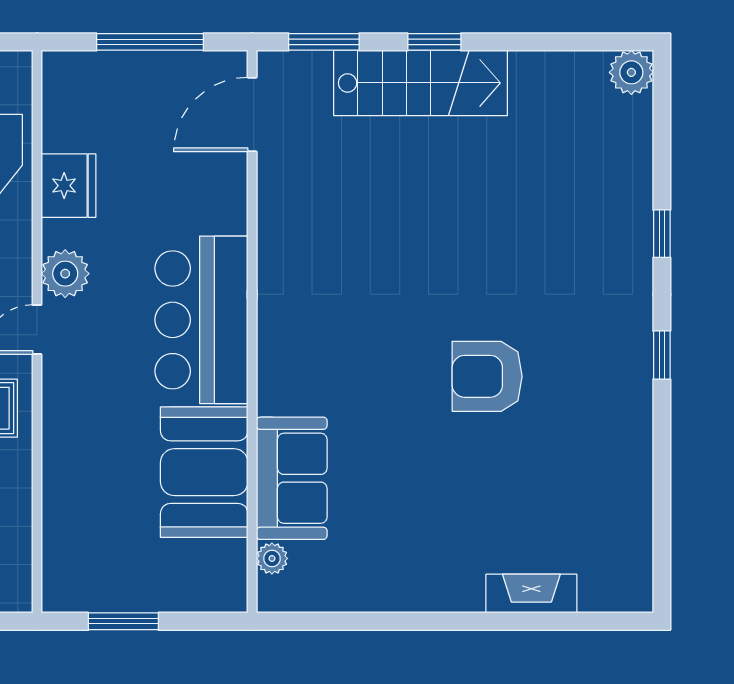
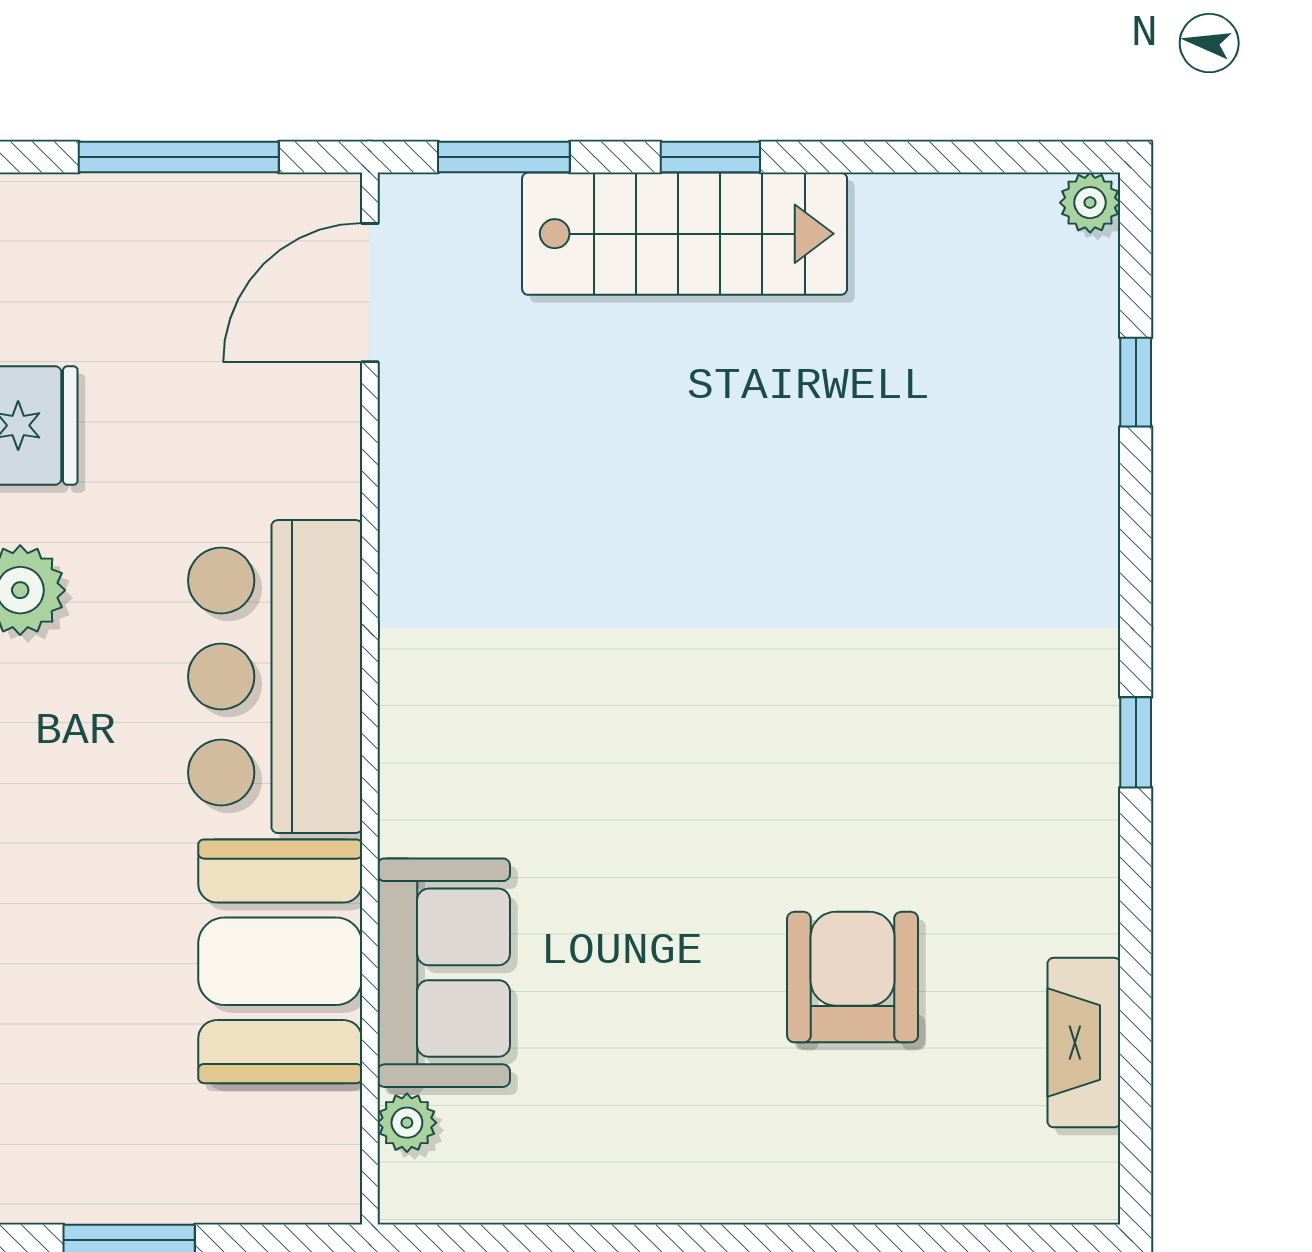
plant: (631, 72) -> (1090, 203), width x0.73, depth x0.73
window: (662, 234) -> (1136, 382), moved
armchair: (487, 376) -> (853, 977), moved, turned 90
fireplace: (531, 594) -> (1084, 1043), moved, turned -90

